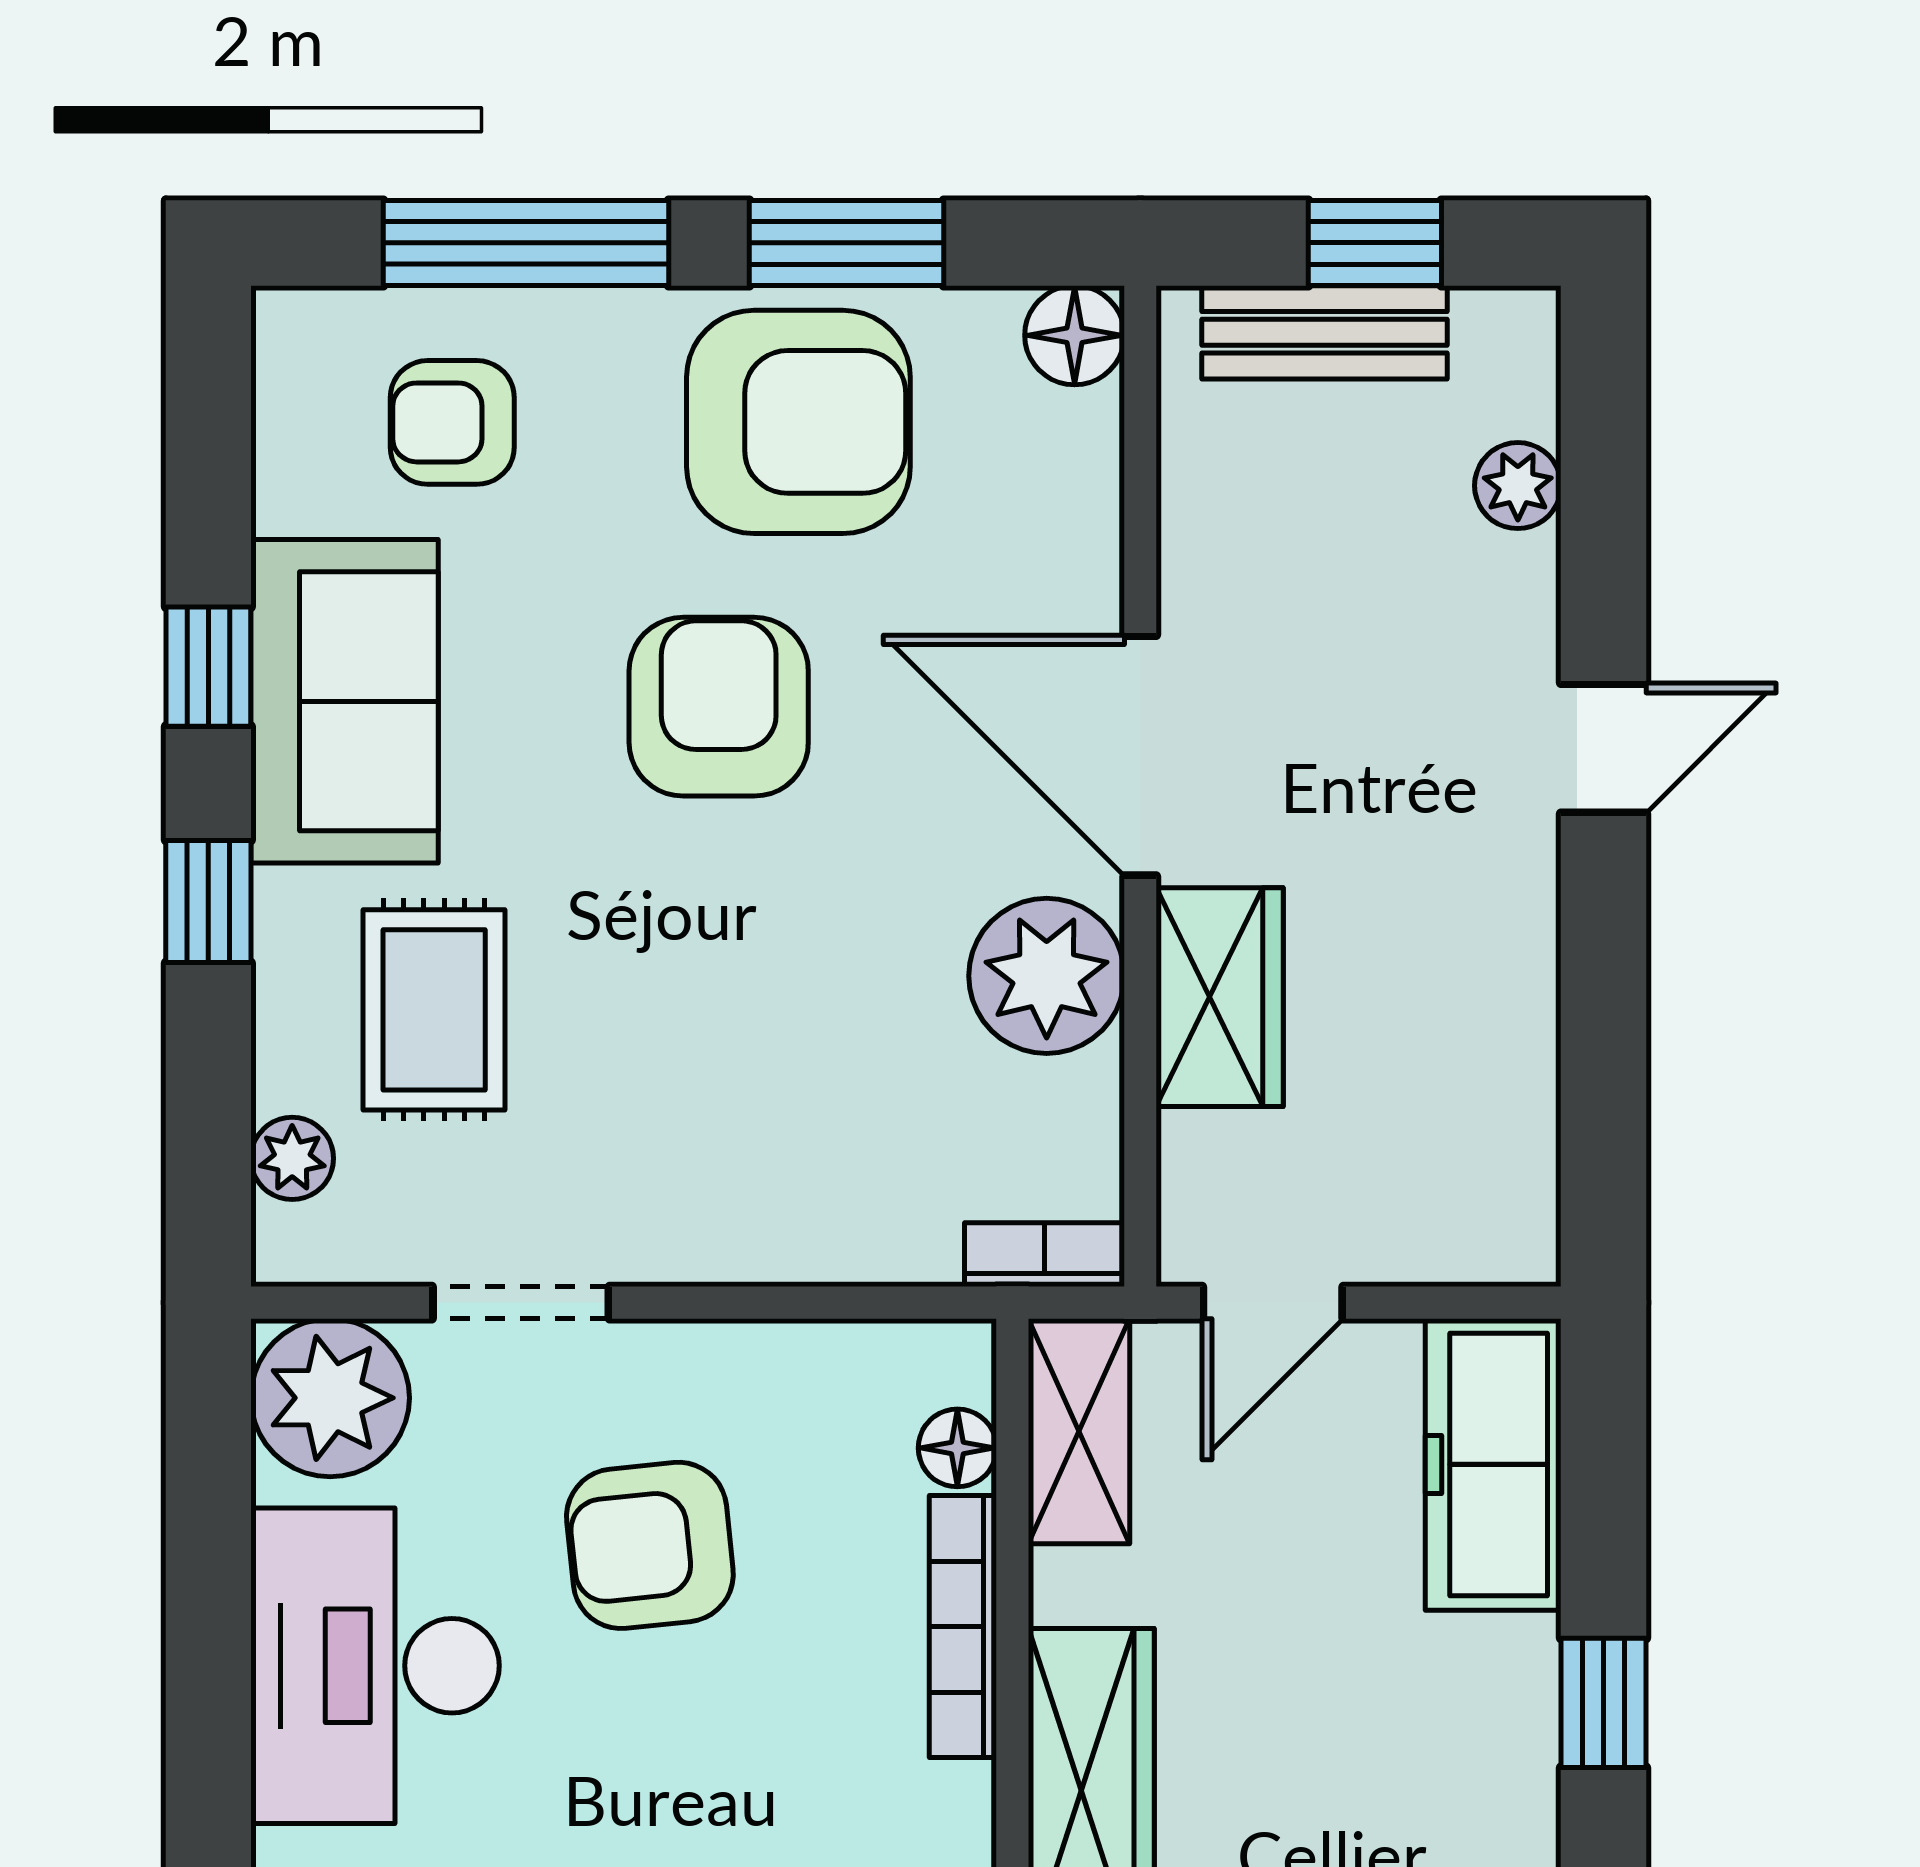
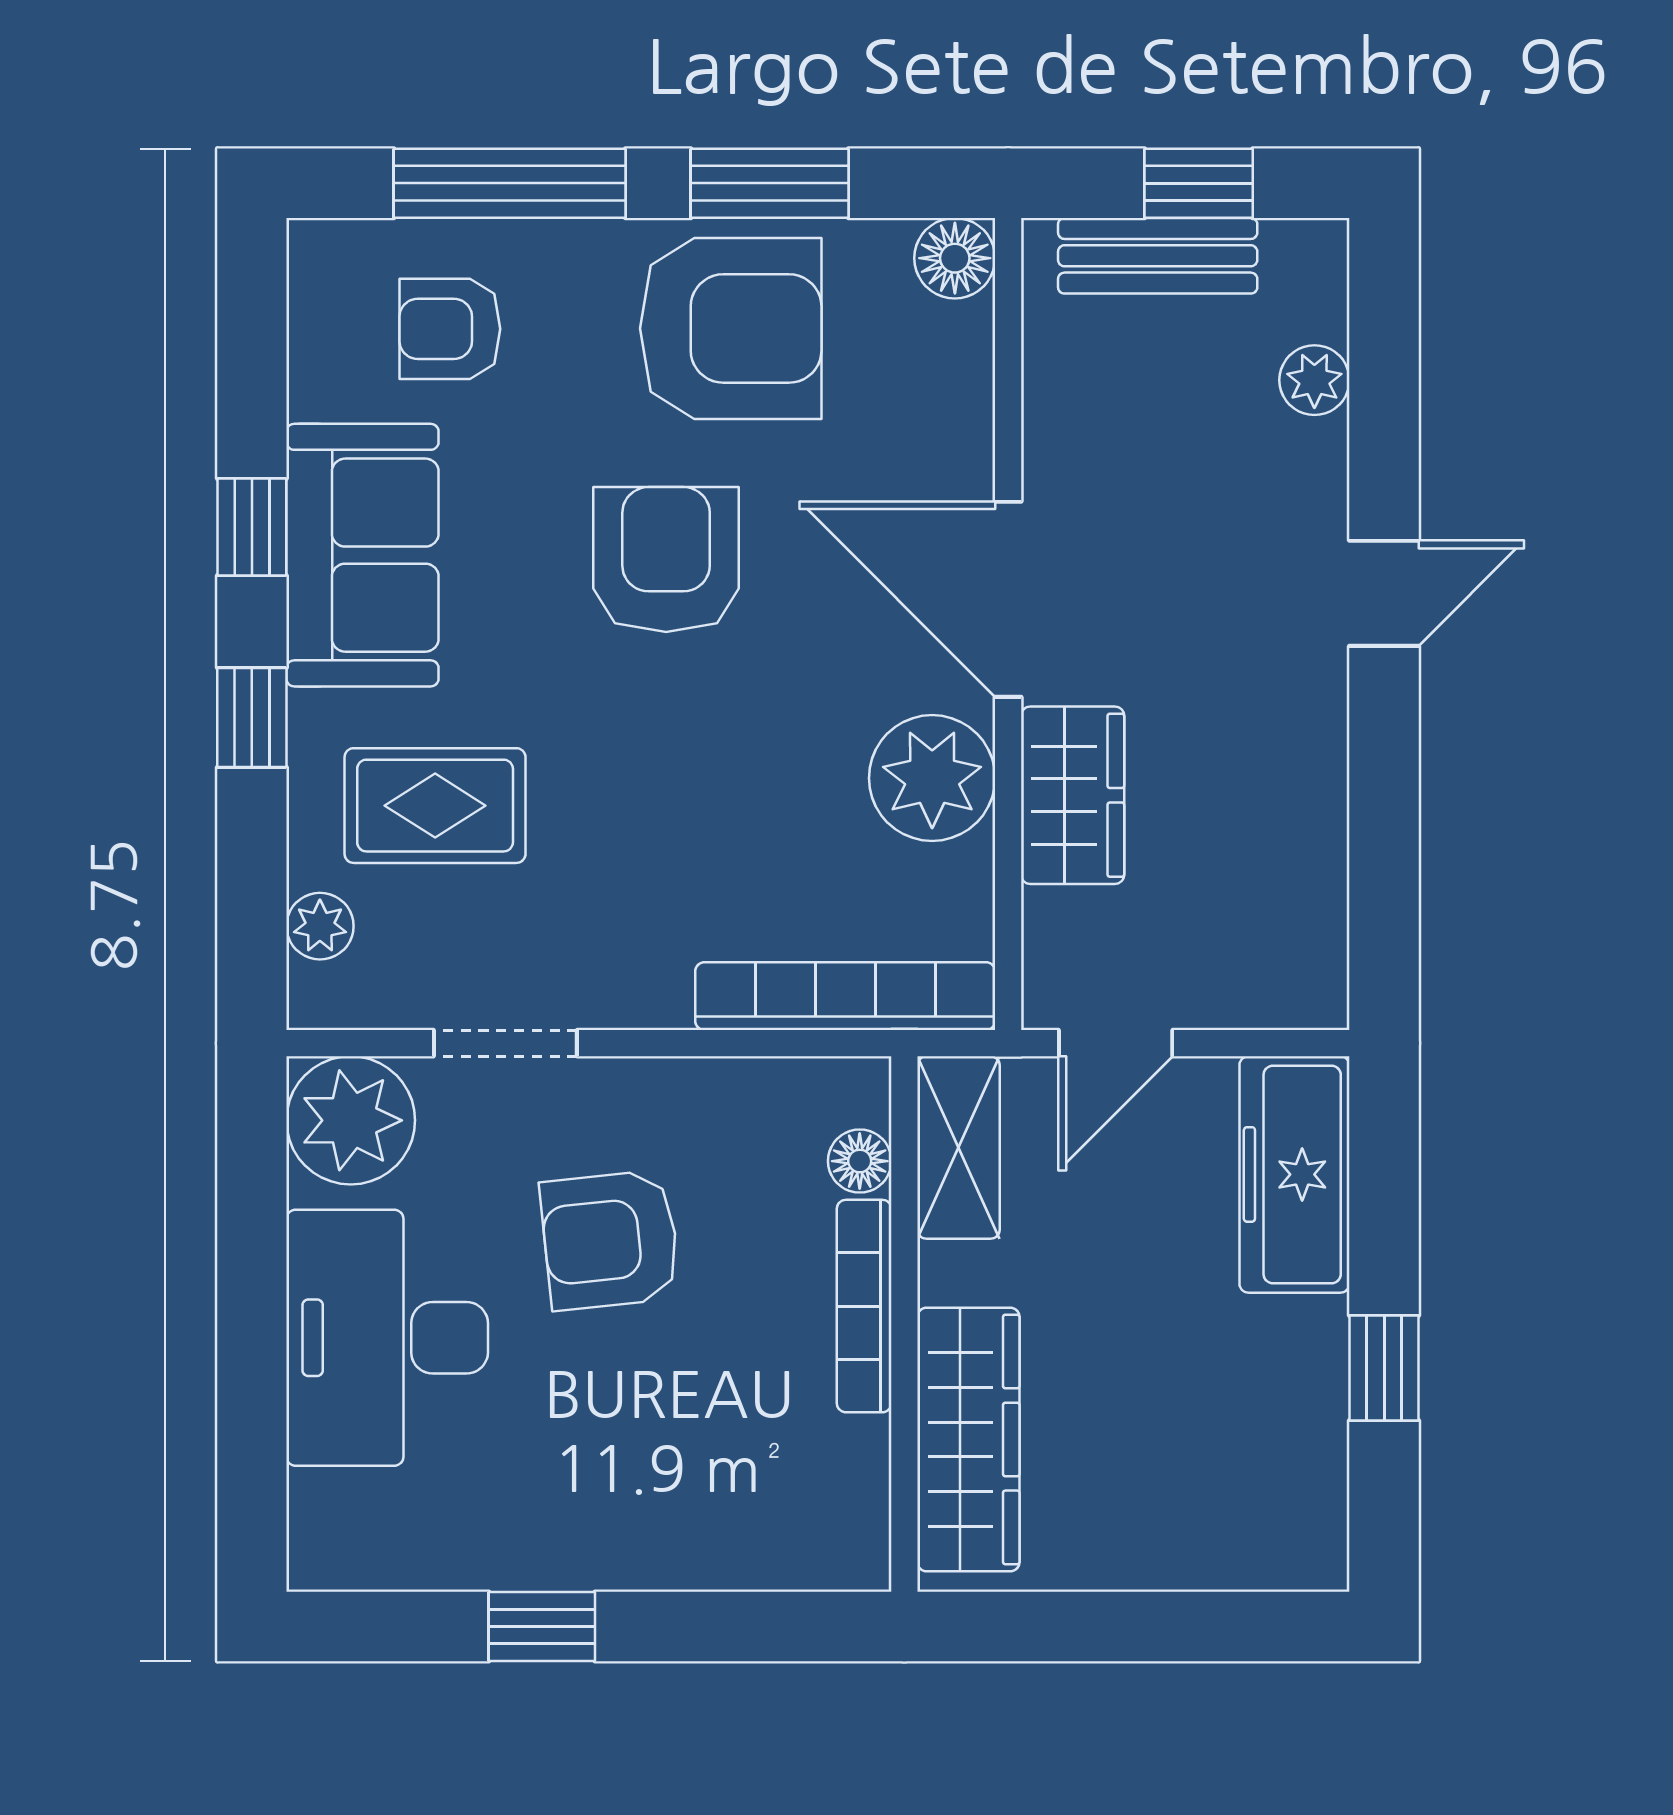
rug: (434, 1010) -> (435, 806), turned 90
bookcase: (1044, 1255) -> (845, 996), width x2.31, depth x1.31

